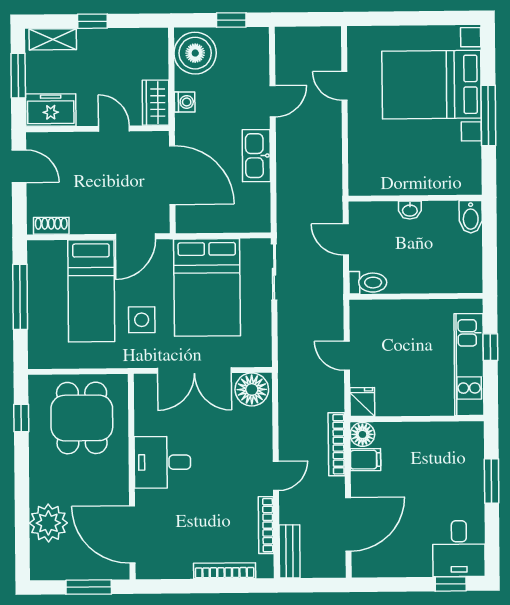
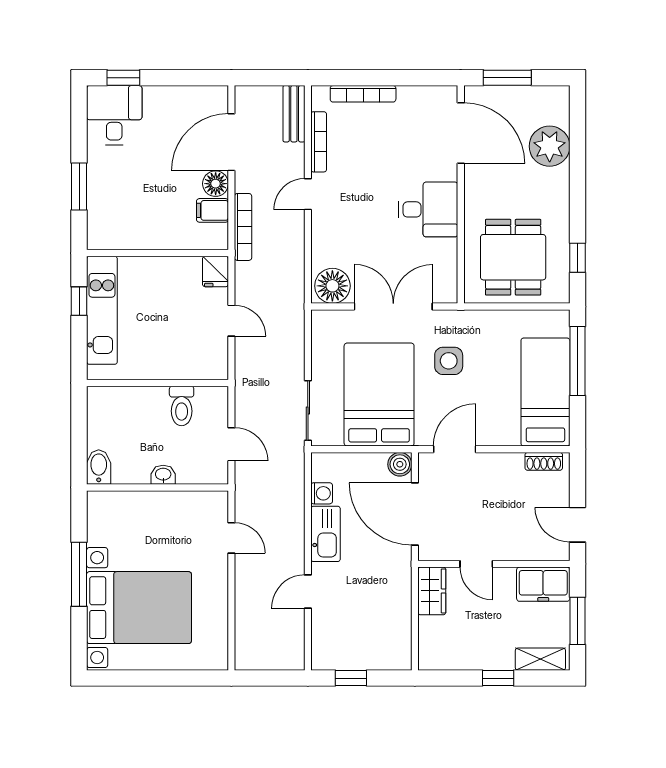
boiler: (195, 53) -> (400, 464), moved, width x0.54, depth x0.54
door: (344, 86) -> (231, 538), moved
washing machine: (185, 102) -> (322, 493), moved, turned 180
toilet: (368, 283) -> (182, 406), moved, turned -90
bed: (91, 291) -> (545, 392), moved
window: (20, 297) -> (577, 361), moved
window: (490, 347) -> (79, 301), moved
floor lamp: (362, 434) -> (216, 184), moved

